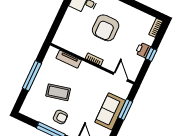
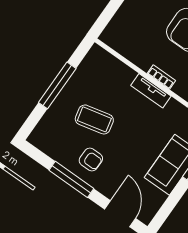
tv unit: (69, 59) -> (151, 91), moved

